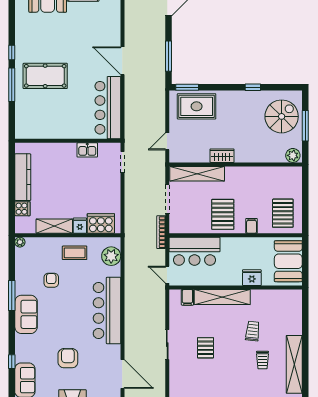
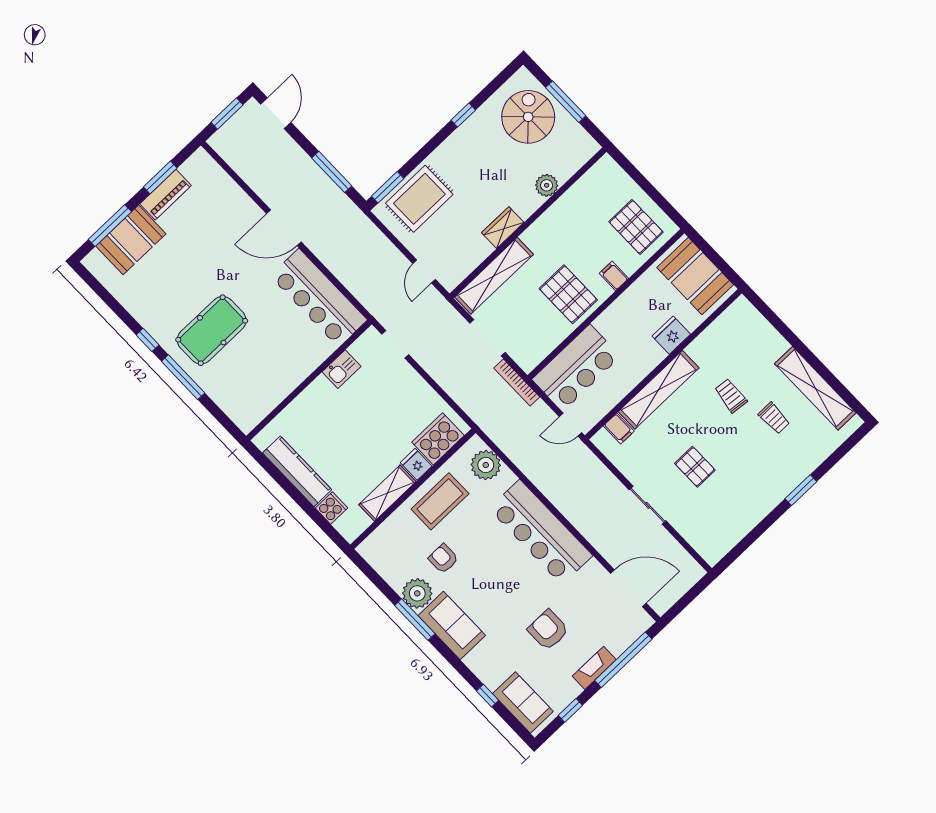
plant: (293, 155) -> (547, 185), moved
plant: (20, 242) -> (417, 593), moved, width x1.88, depth x1.88
coffee table: (75, 253) -> (440, 501), width x1.36, depth x1.32

